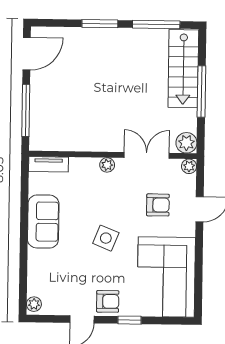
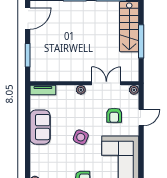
window: (26, 110) -> (28, 55), width x0.69
plant: (186, 143) -> (132, 75), removed
armchair: (158, 205) -> (114, 115), turned 90

